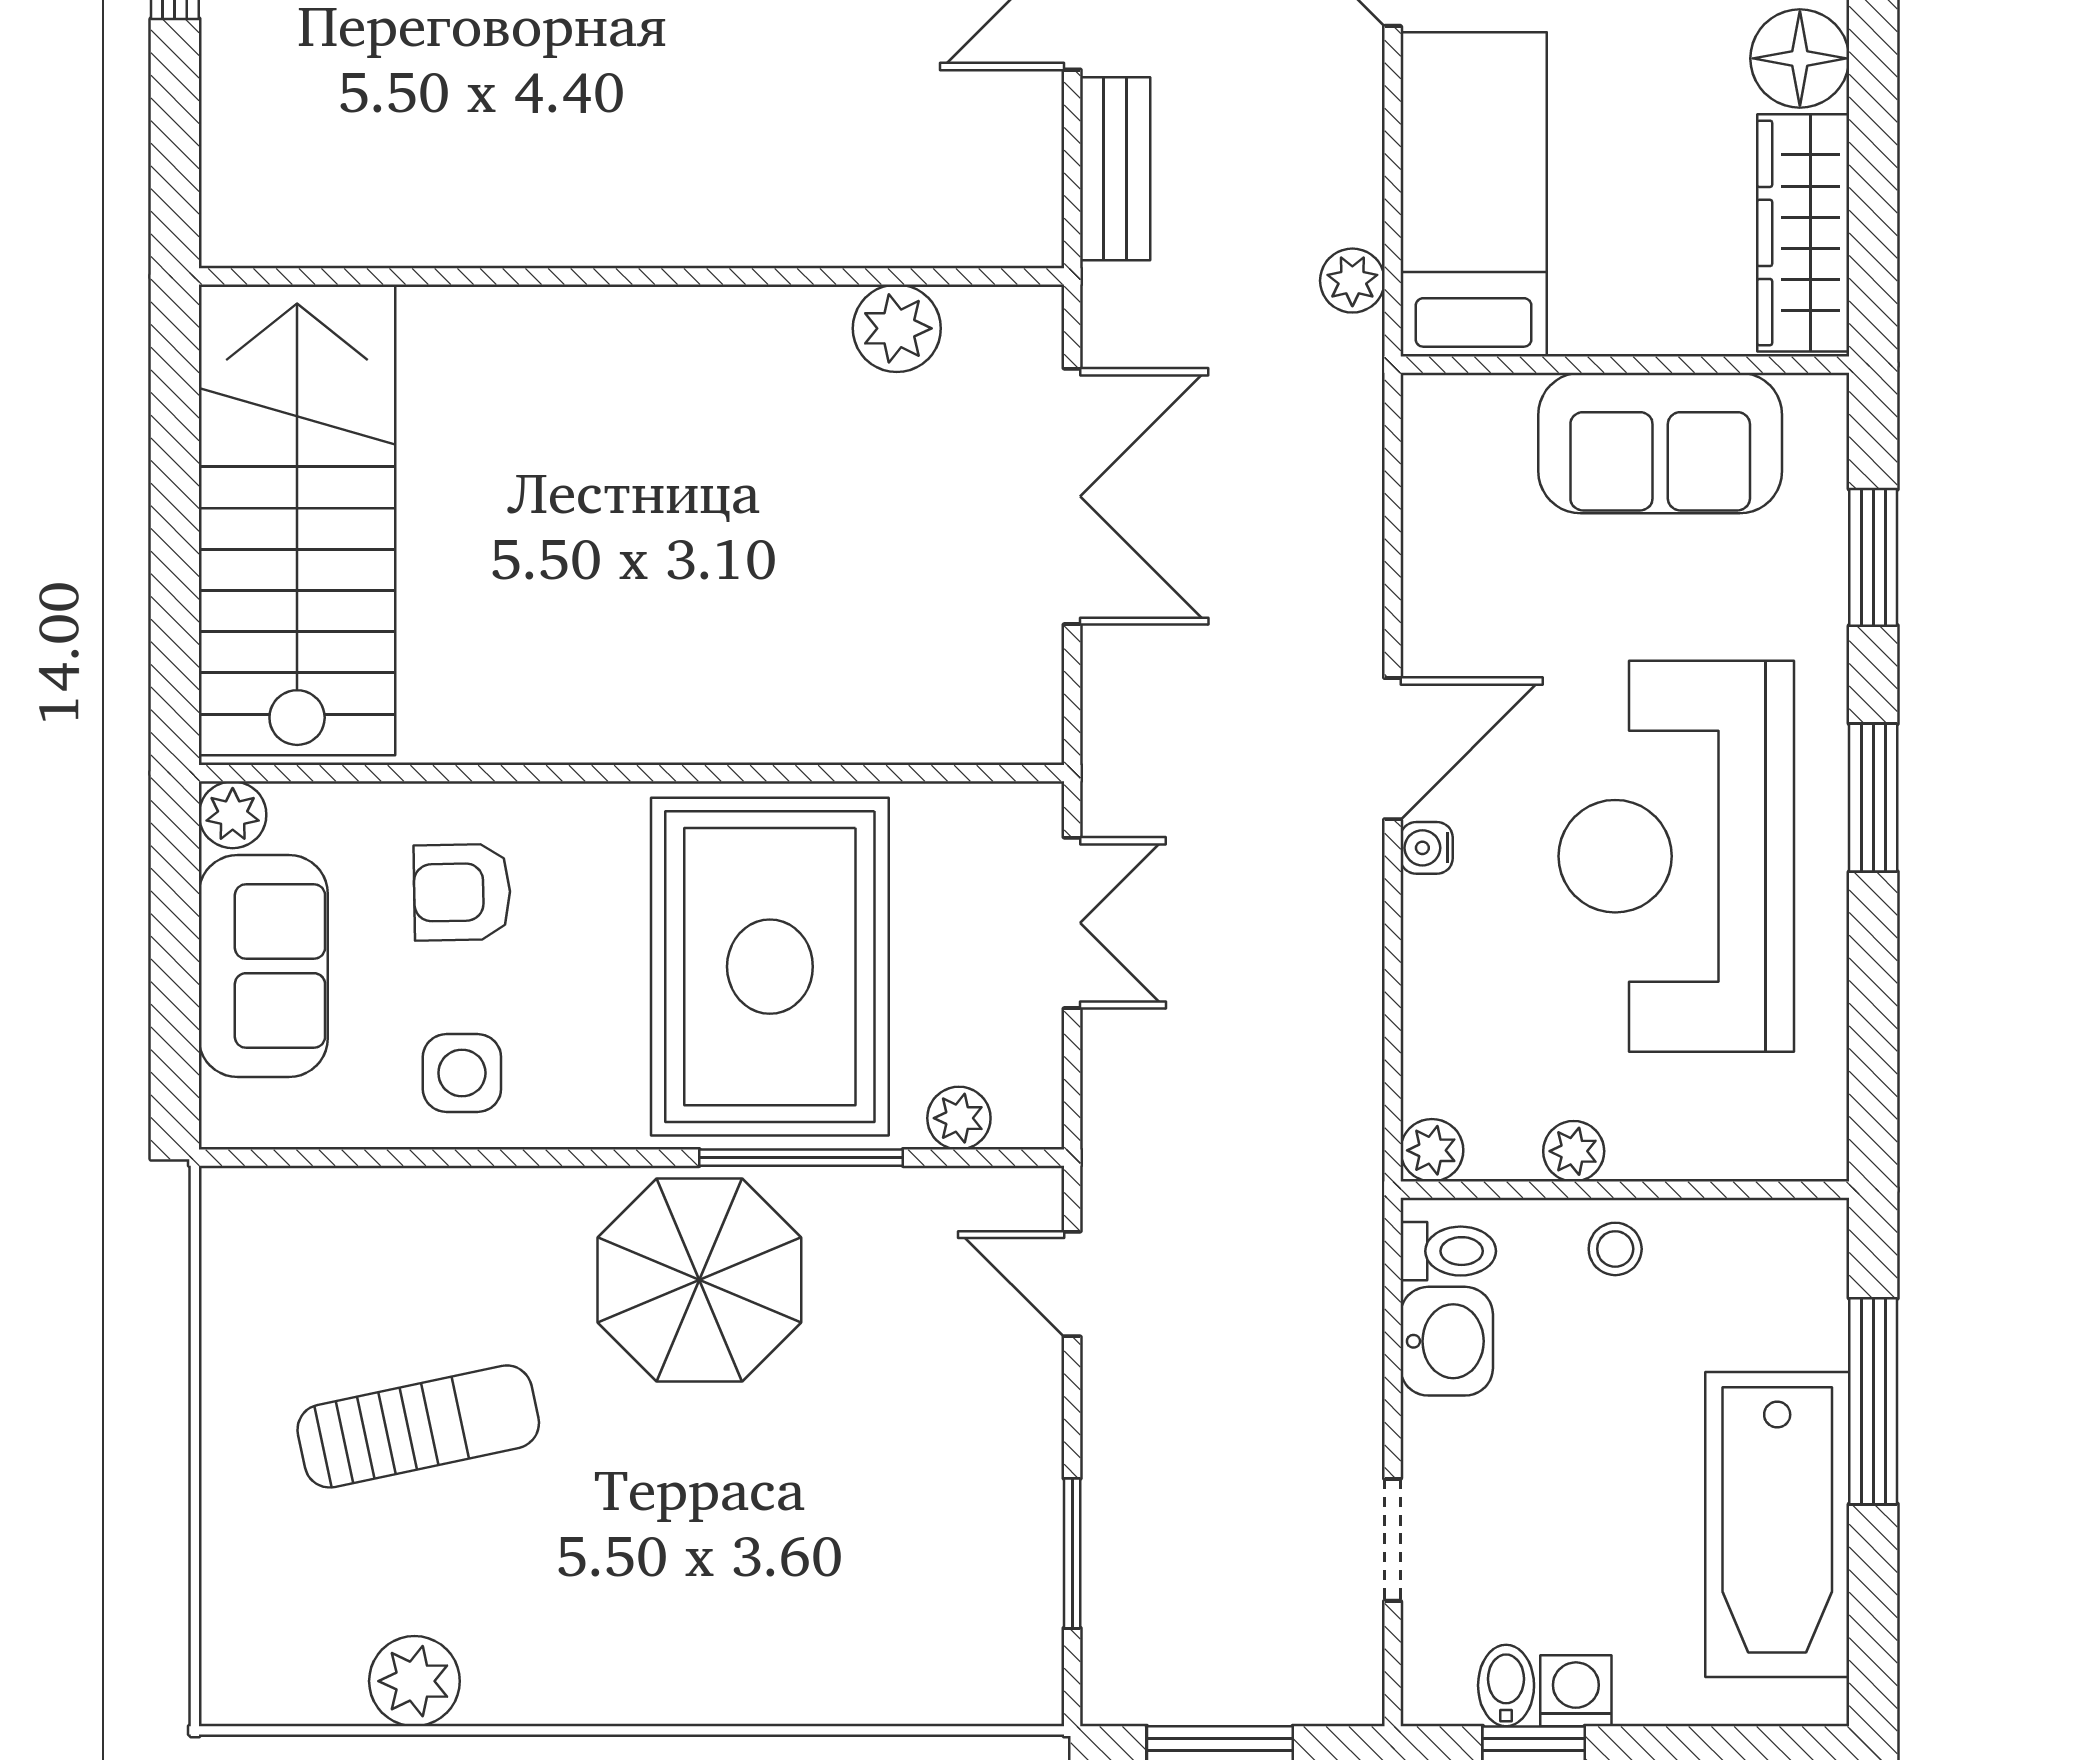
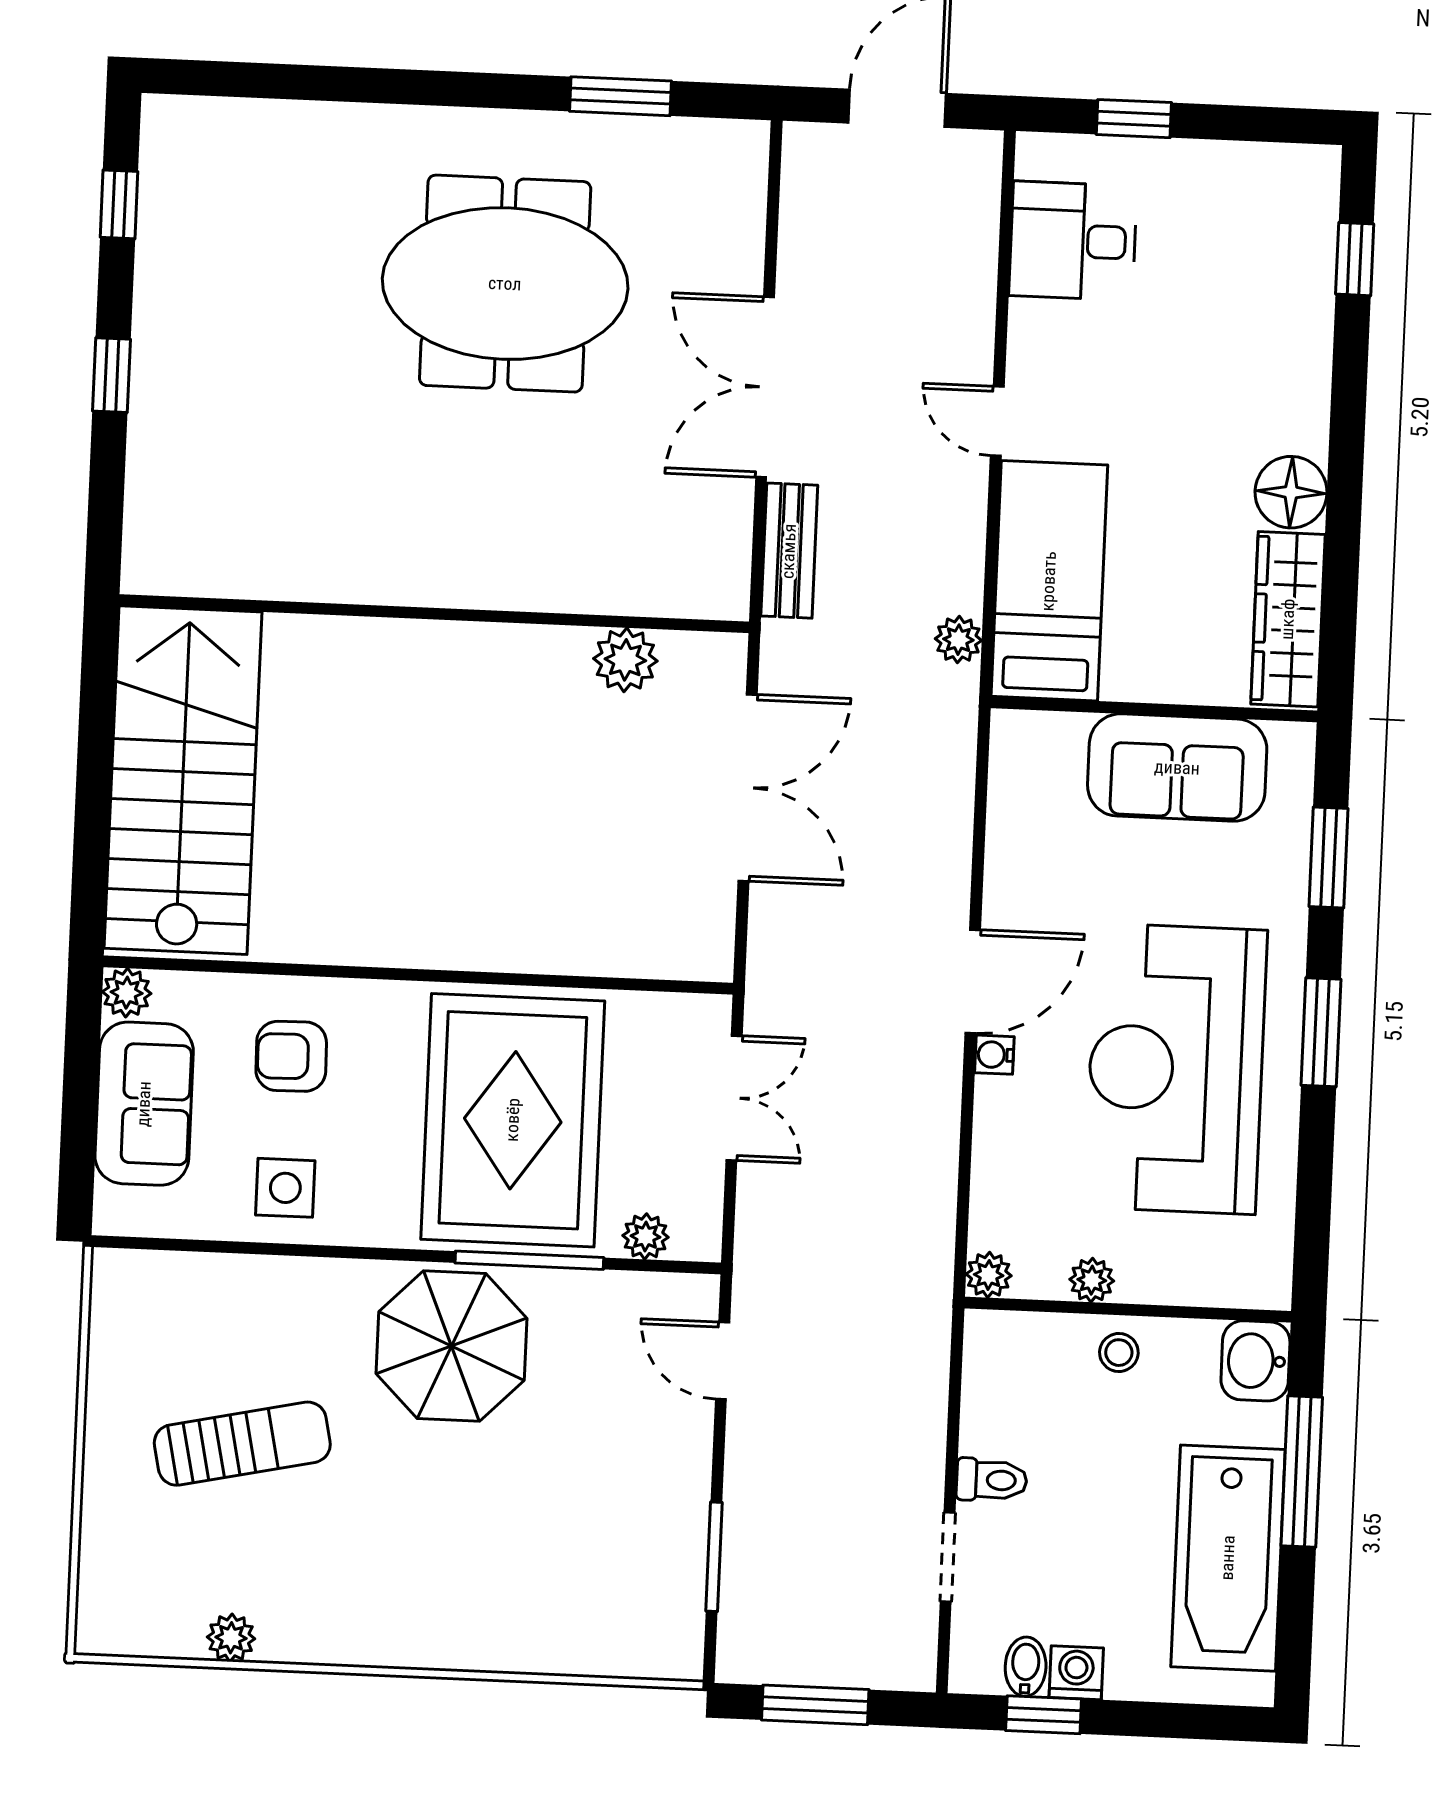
toilet: (1448, 1251) -> (992, 1480), moved
washbasin: (1447, 1341) -> (1255, 1361), moved, turned 180
plant: (414, 1681) -> (231, 1638), width x0.73, depth x0.73

